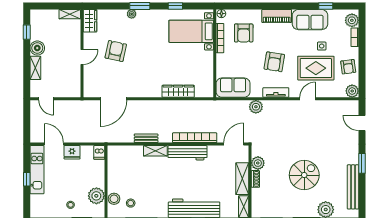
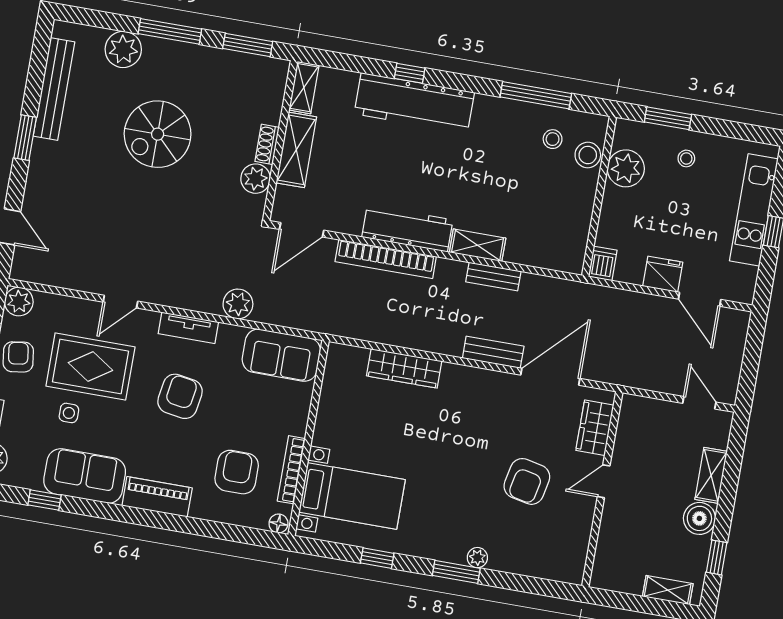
shelving: (70, 14) -> (668, 590), moved
wardrobe: (90, 21) -> (595, 428), moved
bench: (140, 105) -> (493, 352), added
kitchen unit: (37, 170) -> (754, 210), moved

